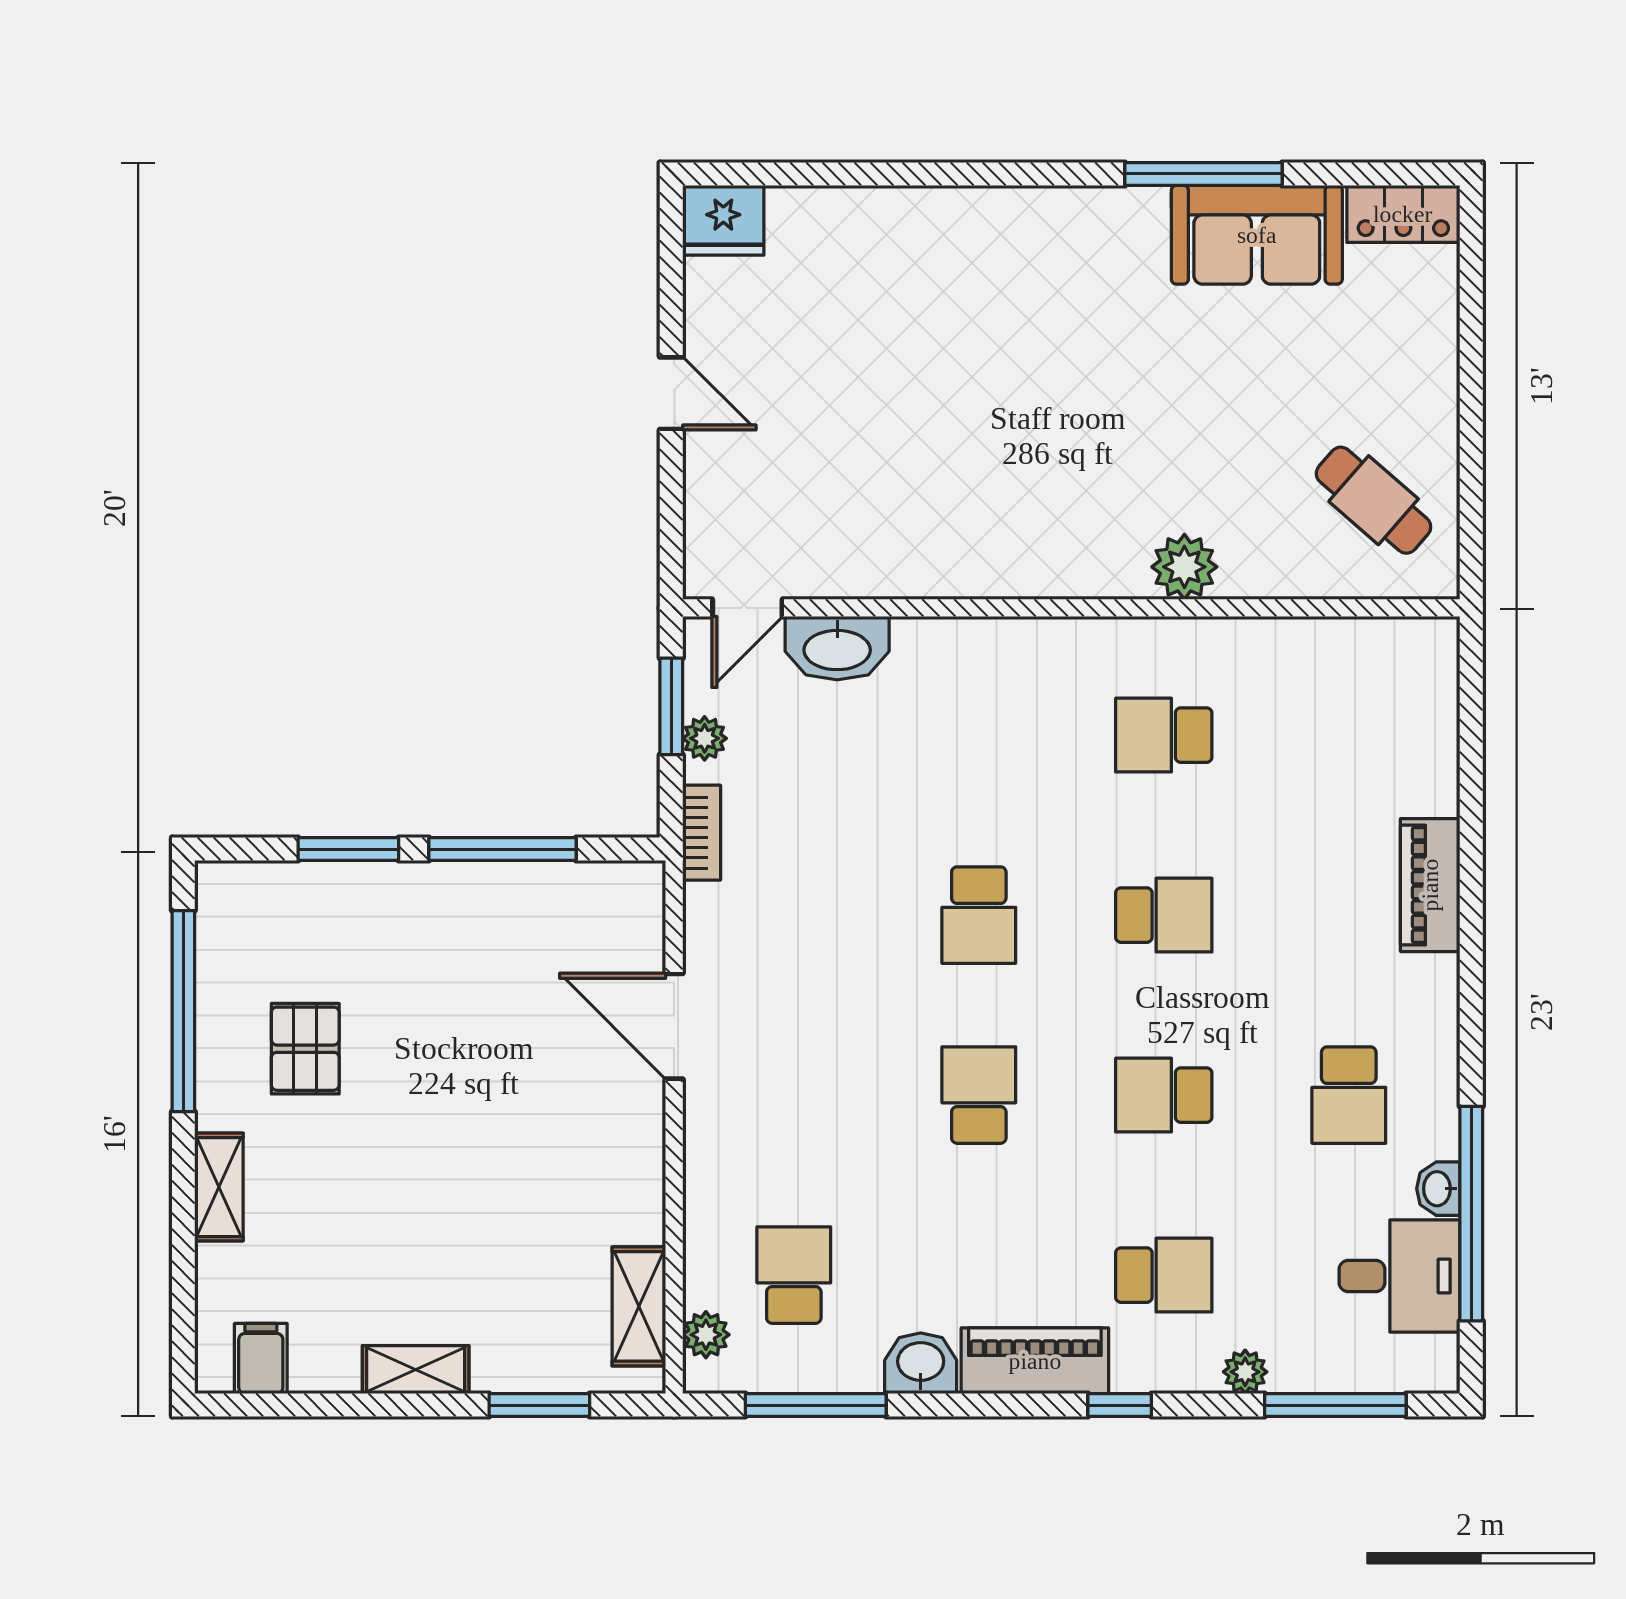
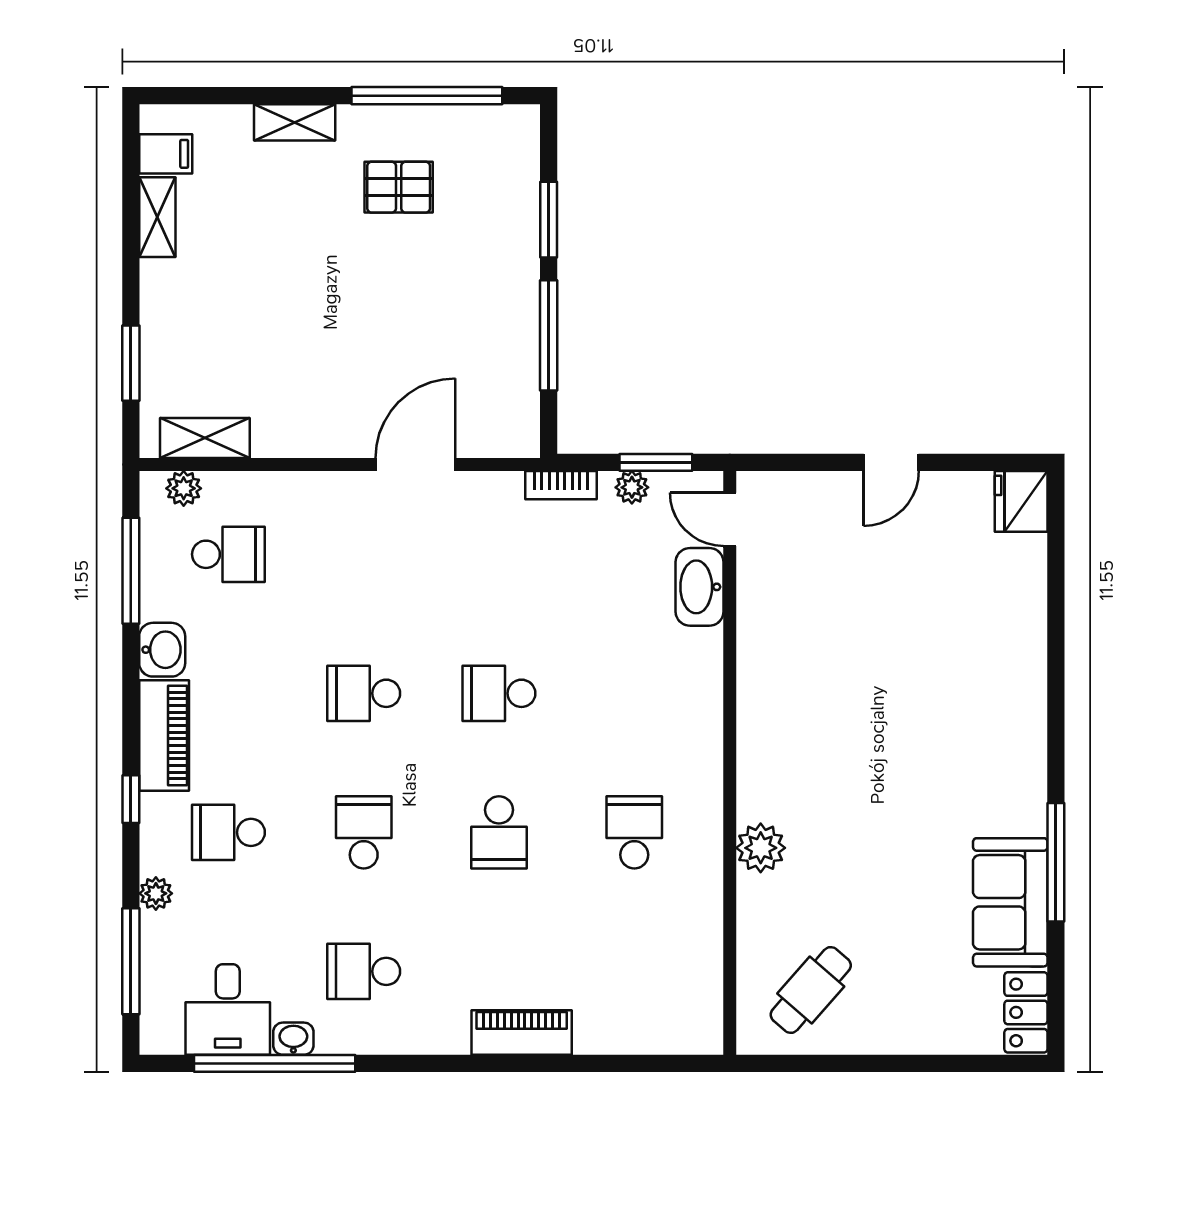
school desk: (979, 1095) -> (364, 693), turned 180
school desk: (1164, 1275) -> (228, 832), turned 90
shelving: (416, 1370) -> (157, 217), moved

